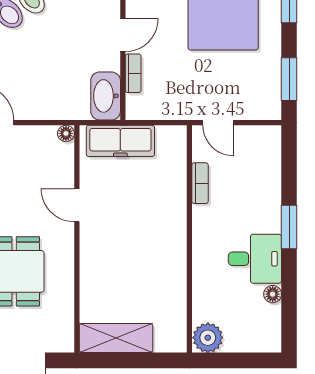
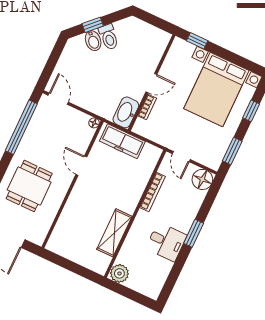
bookcase: (200, 183) -> (153, 192), width x1.56
floor lamp: (273, 294) -> (202, 179), moved, width x1.89, depth x1.89
shelving: (116, 338) -> (114, 233), moved, turned 90

